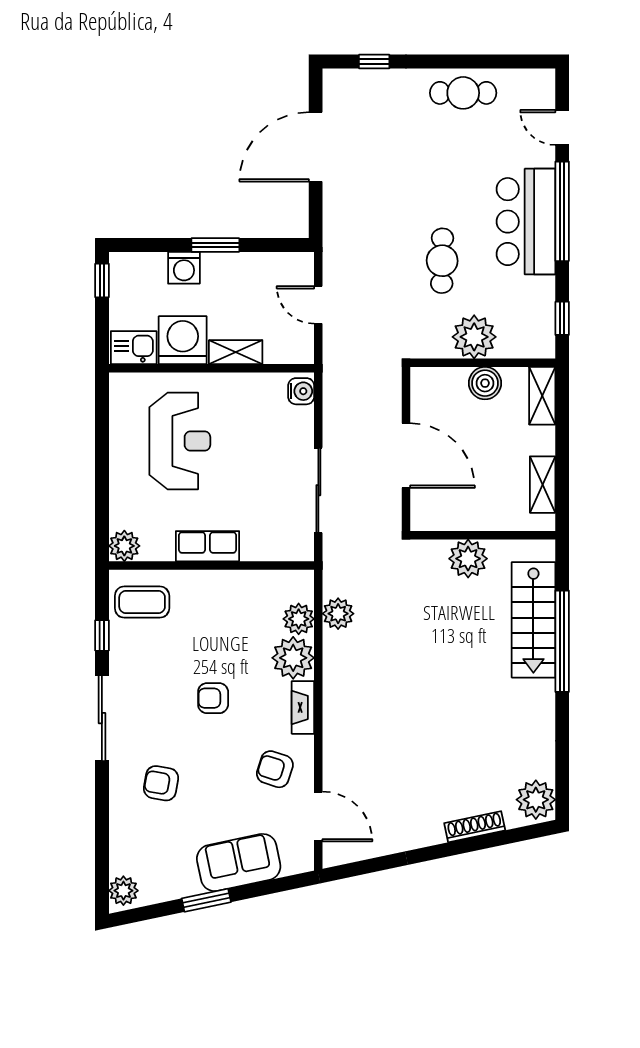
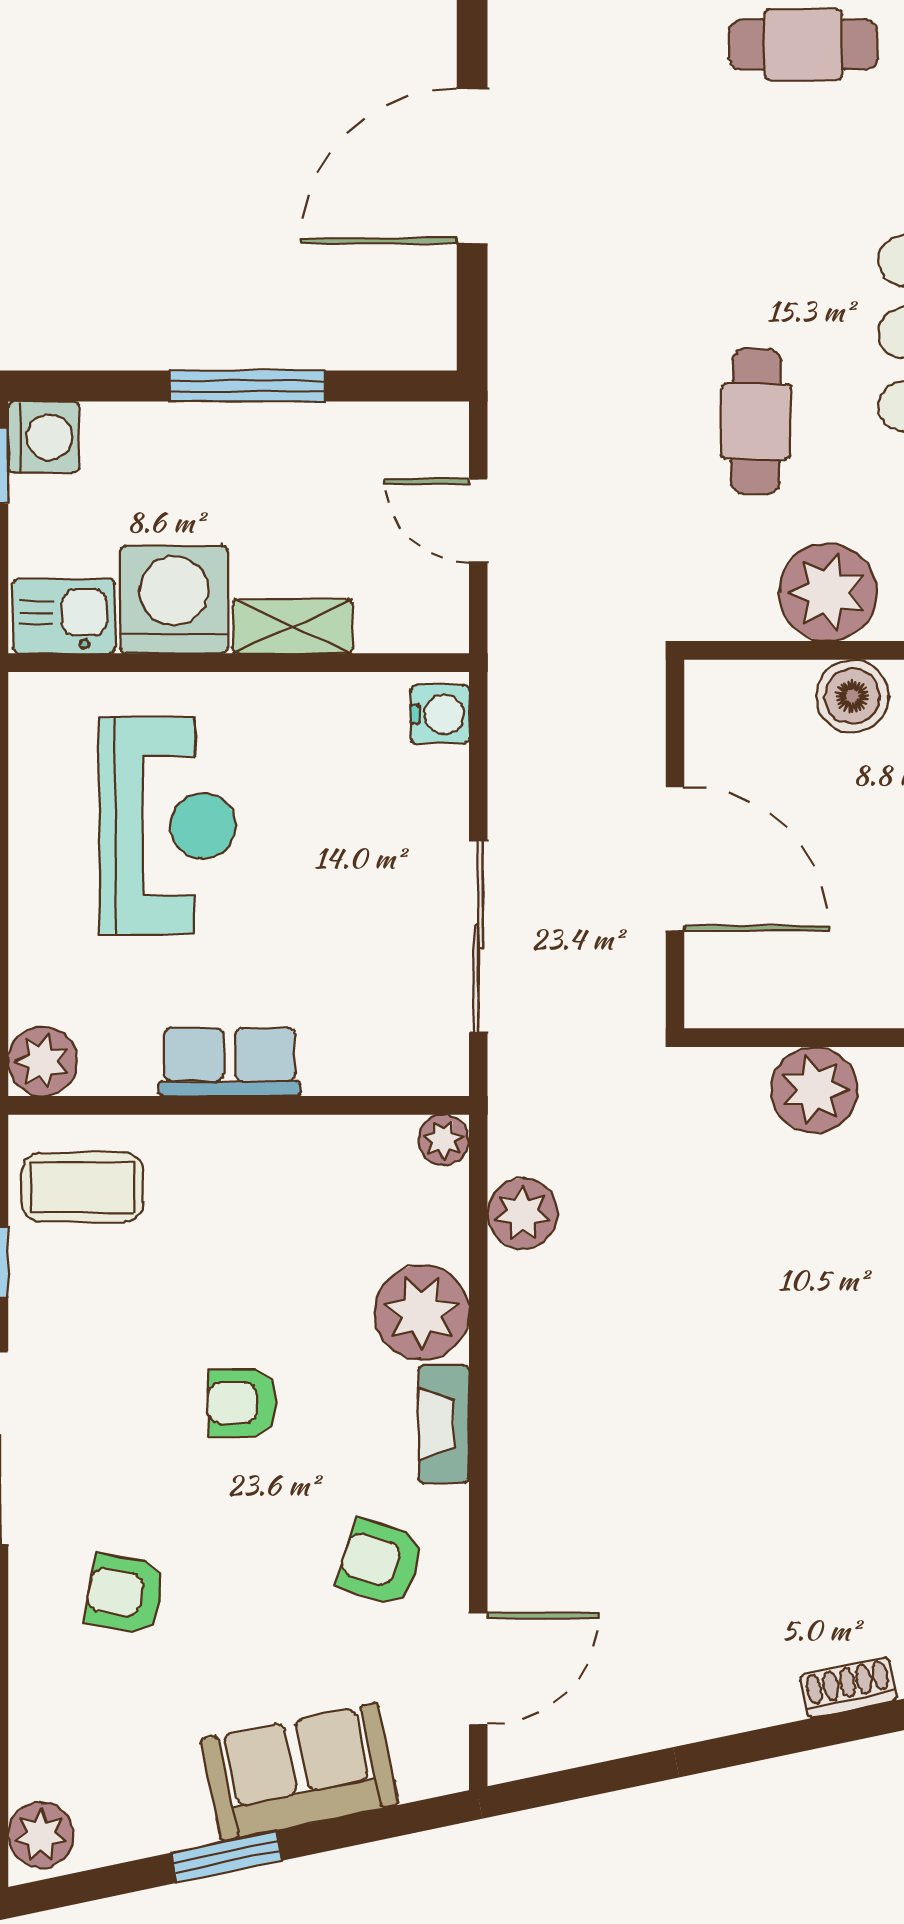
window: (215, 245) -> (247, 386), width x1.44
washing machine: (184, 268) -> (44, 437), moved, turned -90
plant: (299, 619) -> (444, 1140), moved, width x0.73, depth x0.73
door: (318, 817) -> (478, 1669), hinge flipped
shoe rack: (475, 827) -> (848, 1688), width x0.70

